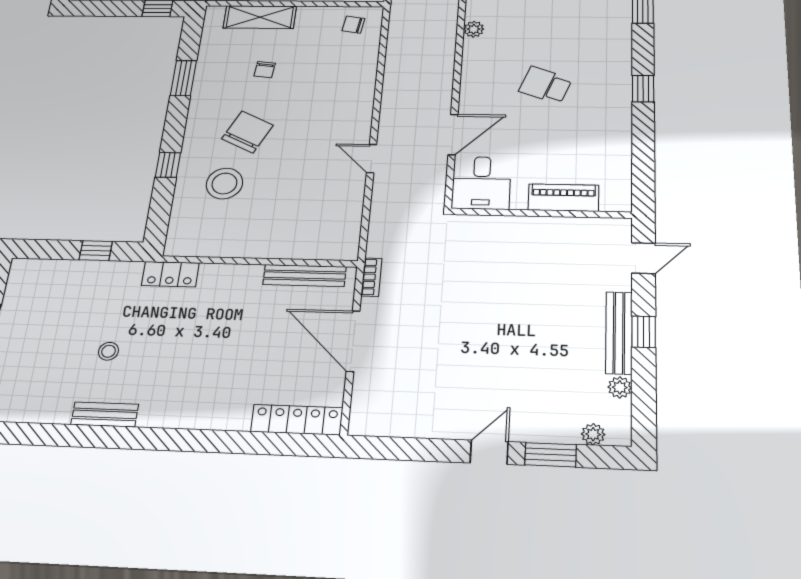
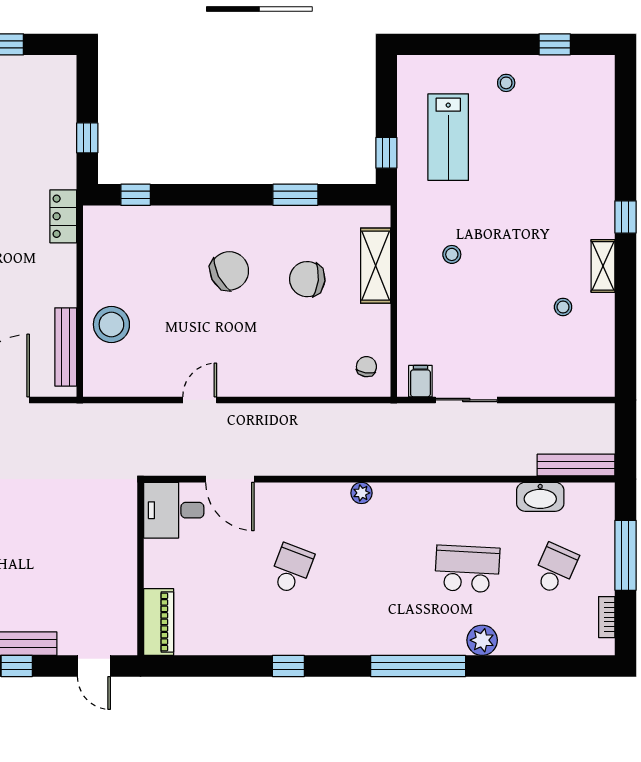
chair: (265, 70) -> (307, 279), width x1.87, depth x1.87
chair: (247, 132) -> (229, 271), turned -53
window: (168, 165) -> (136, 195), moved
stool: (224, 183) -> (111, 324), moved
piano: (563, 198) -> (159, 622), moved
bookcase: (372, 277) -> (66, 411), removed

